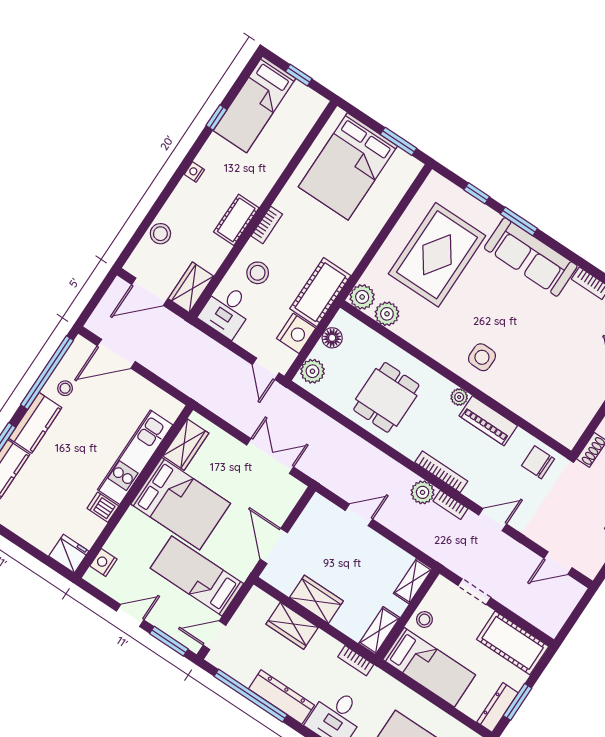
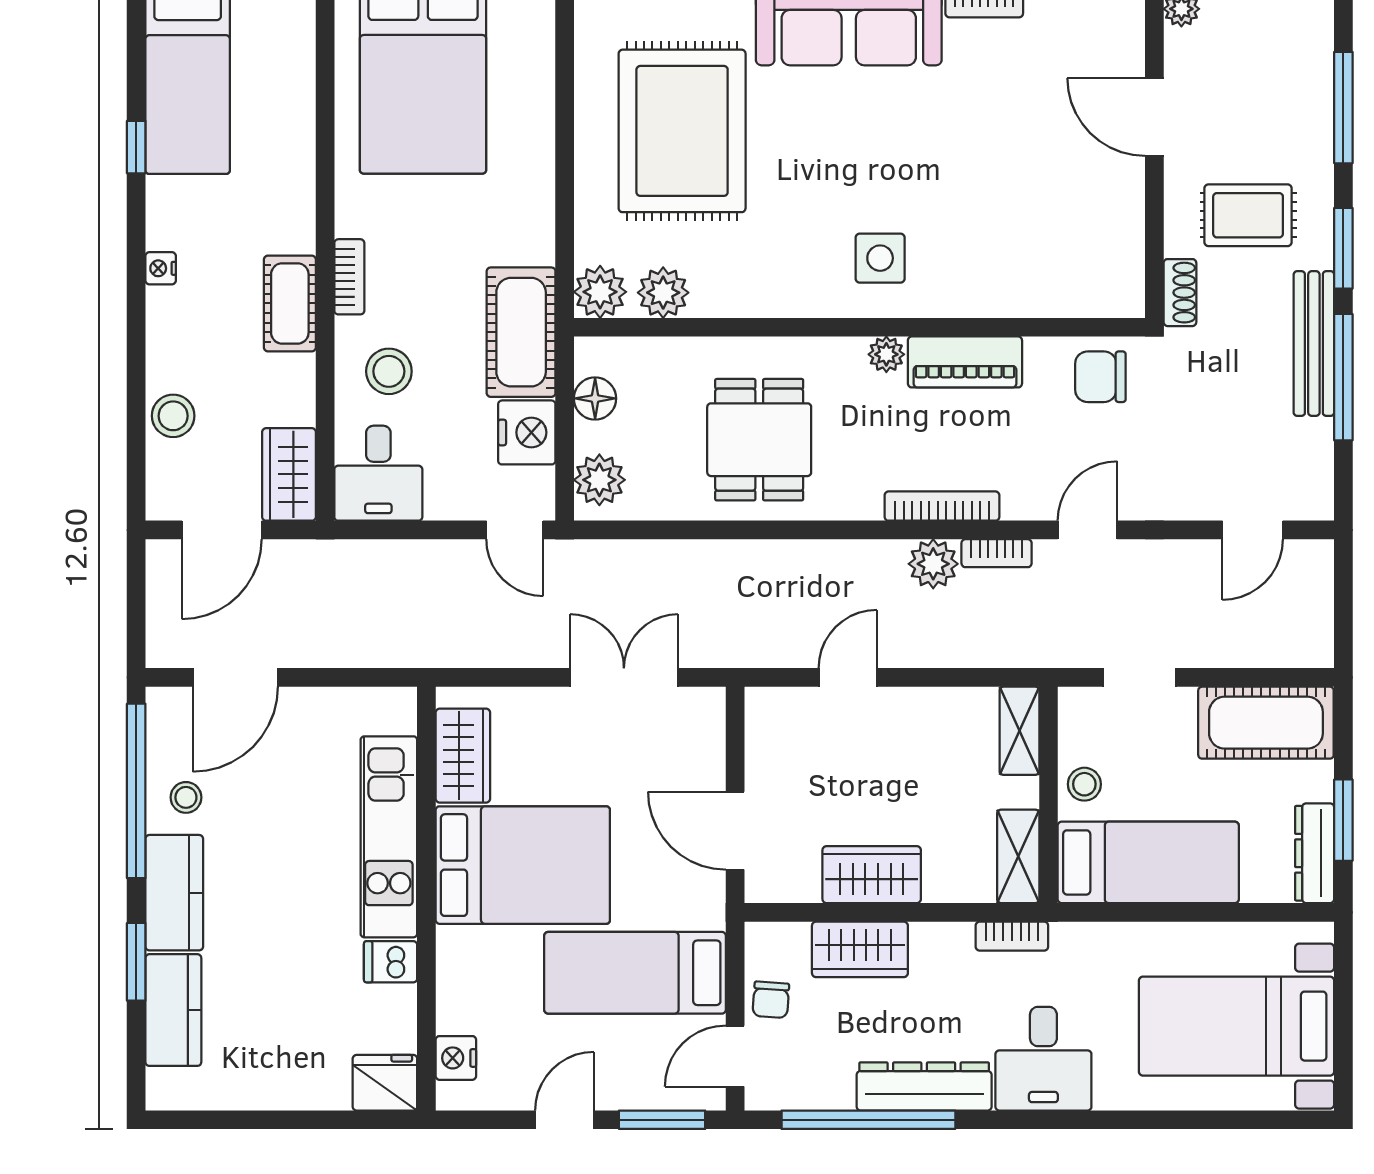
chair: (243, 622) -> (771, 1000), added

